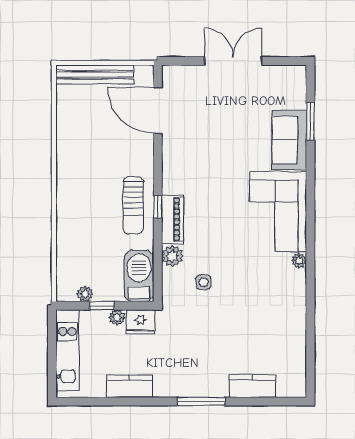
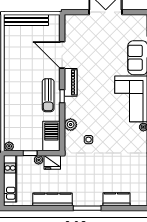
door: (158, 110) -> (62, 55), moved
piano: (173, 219) -> (71, 82), moved
plant: (85, 294) -> (9, 146), moved
kitchen counter: (129, 386) -> (52, 199), width x1.50

